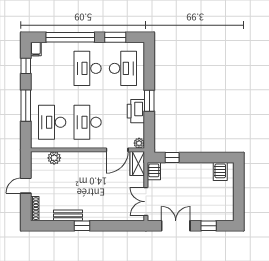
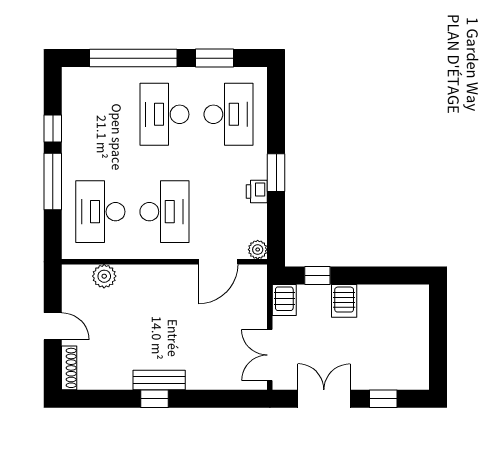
filing cabinet: (36, 49) -> (71, 79), removed
window: (26, 66) -> (53, 129), moved
printer: (136, 111) -> (257, 191), width x0.53, depth x0.68
desk: (88, 122) -> (164, 212), turned 180
wardrobe: (137, 164) -> (254, 286), removed
server rack: (220, 172) -> (344, 301), moved
door: (26, 186) -> (53, 326), swing flipped
bench: (68, 215) -> (159, 380), moved

